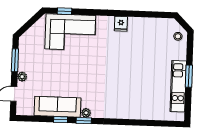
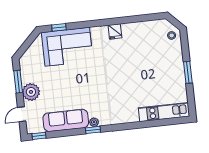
plant: (22, 77) -> (31, 92), width x1.88, depth x1.88
kitchen unit: (178, 86) -> (164, 112), moved, turned 90
window: (61, 120) -> (39, 136), moved

